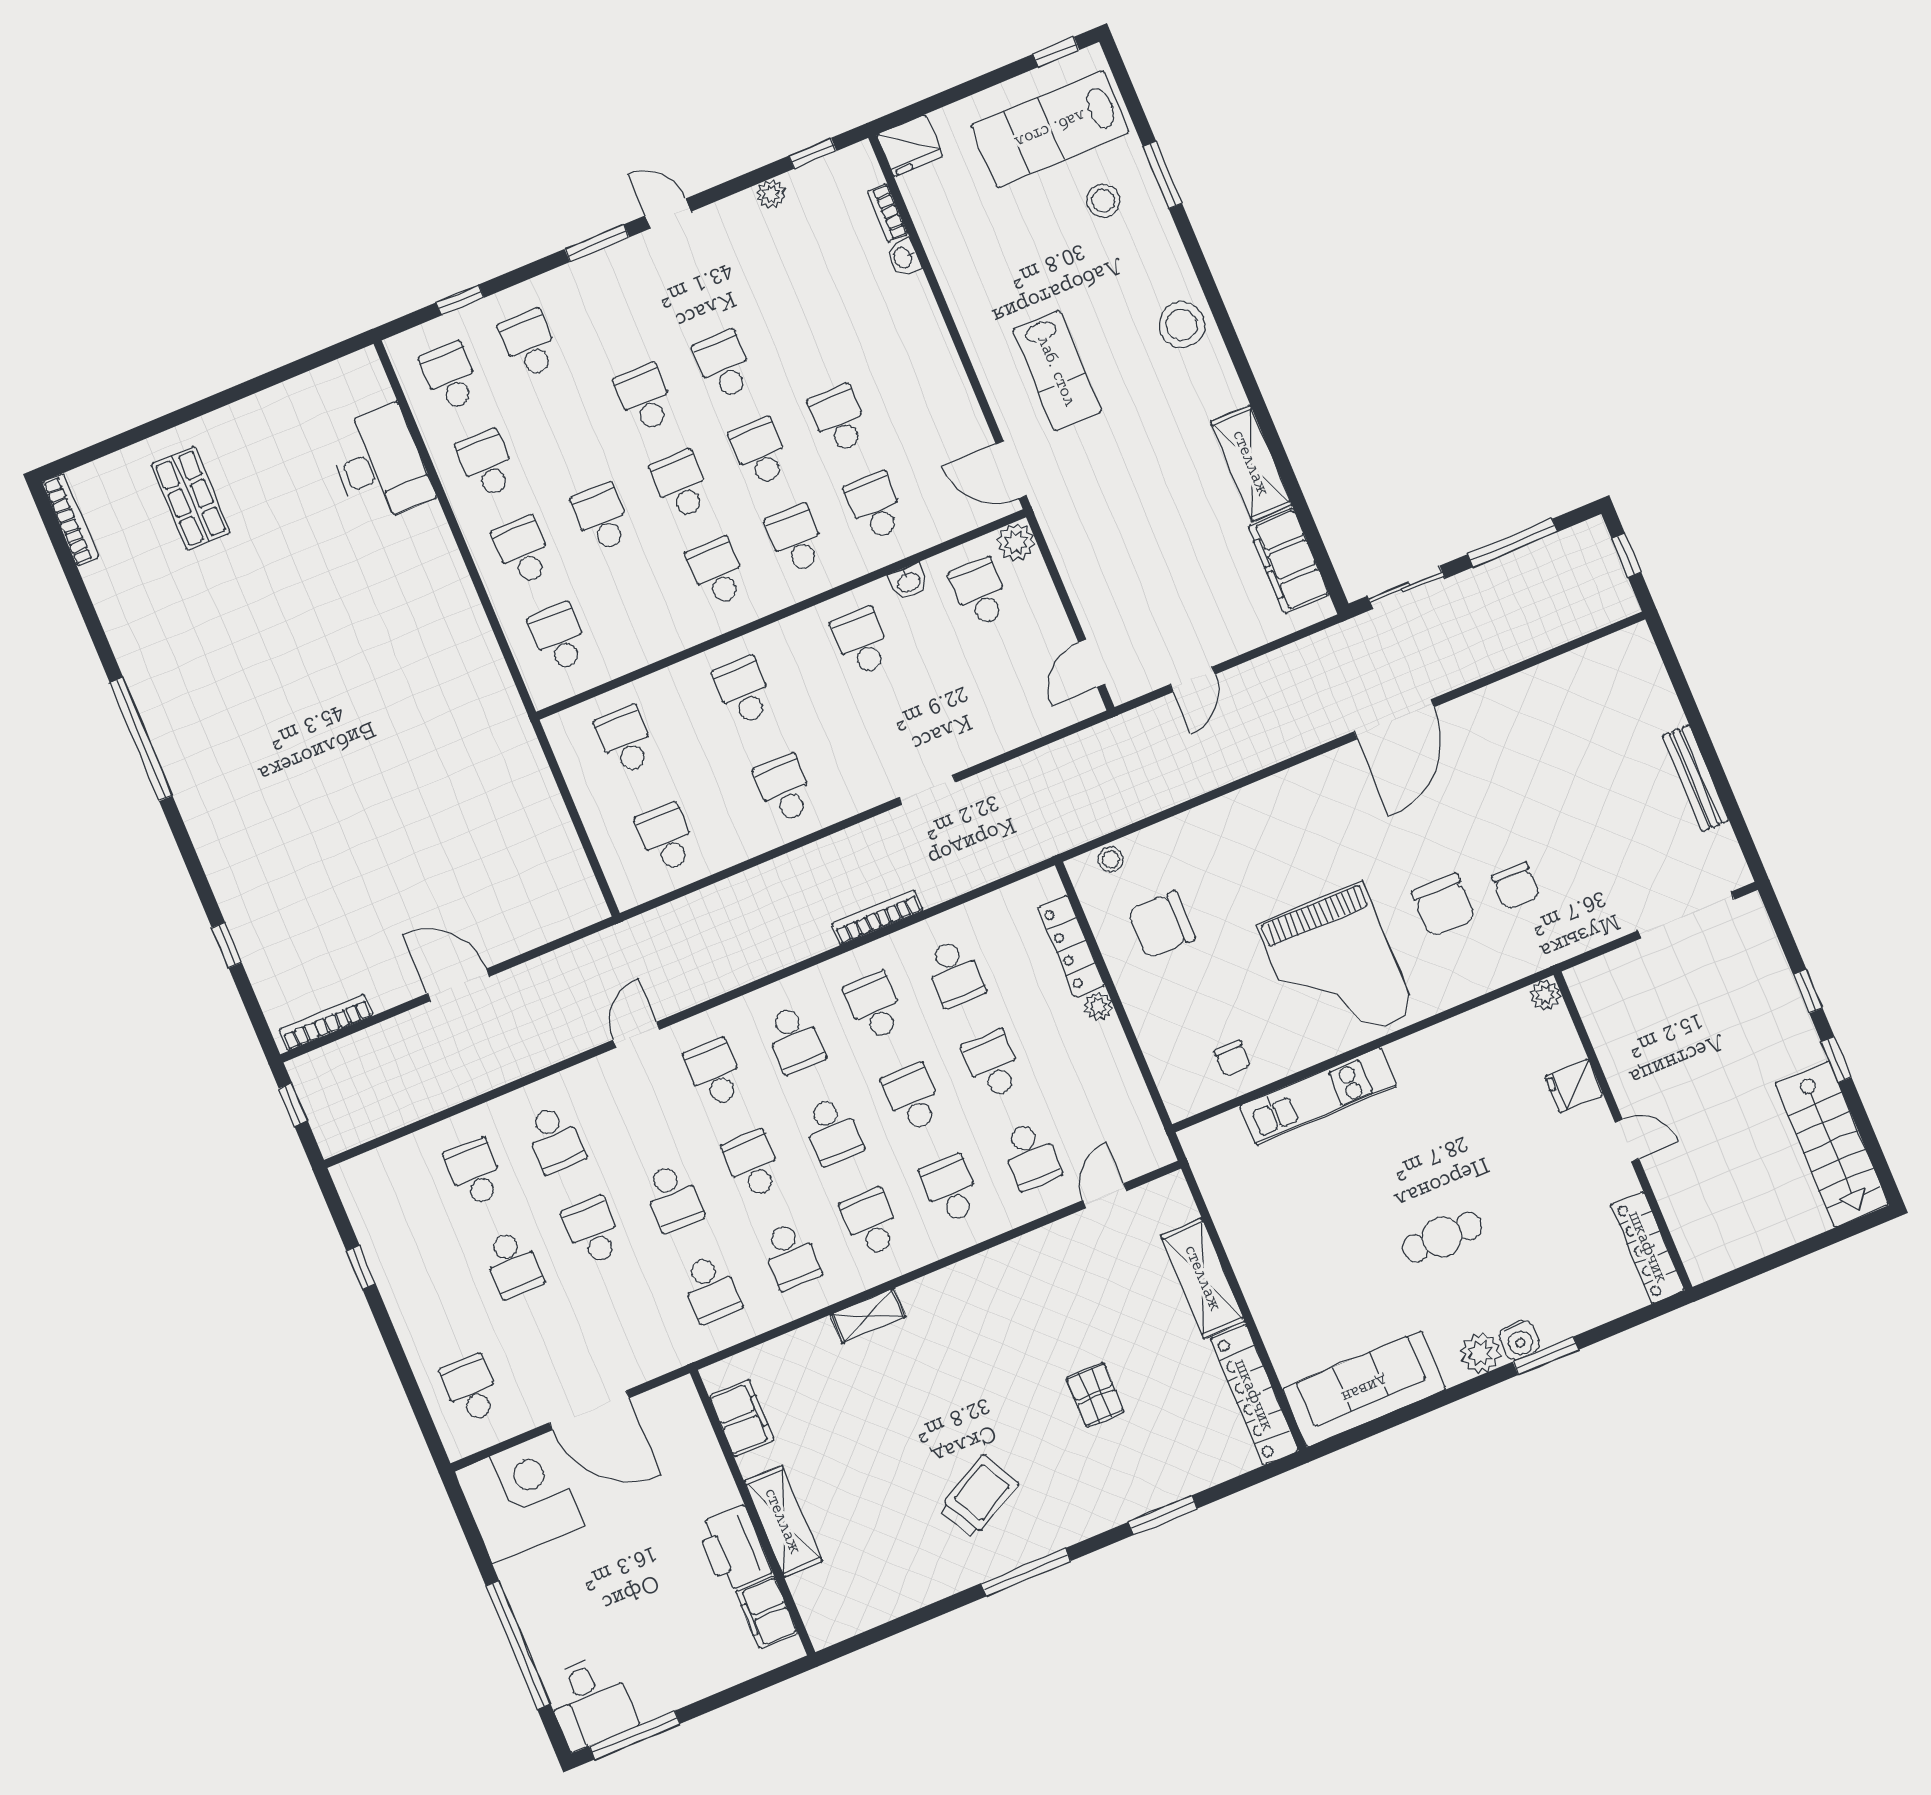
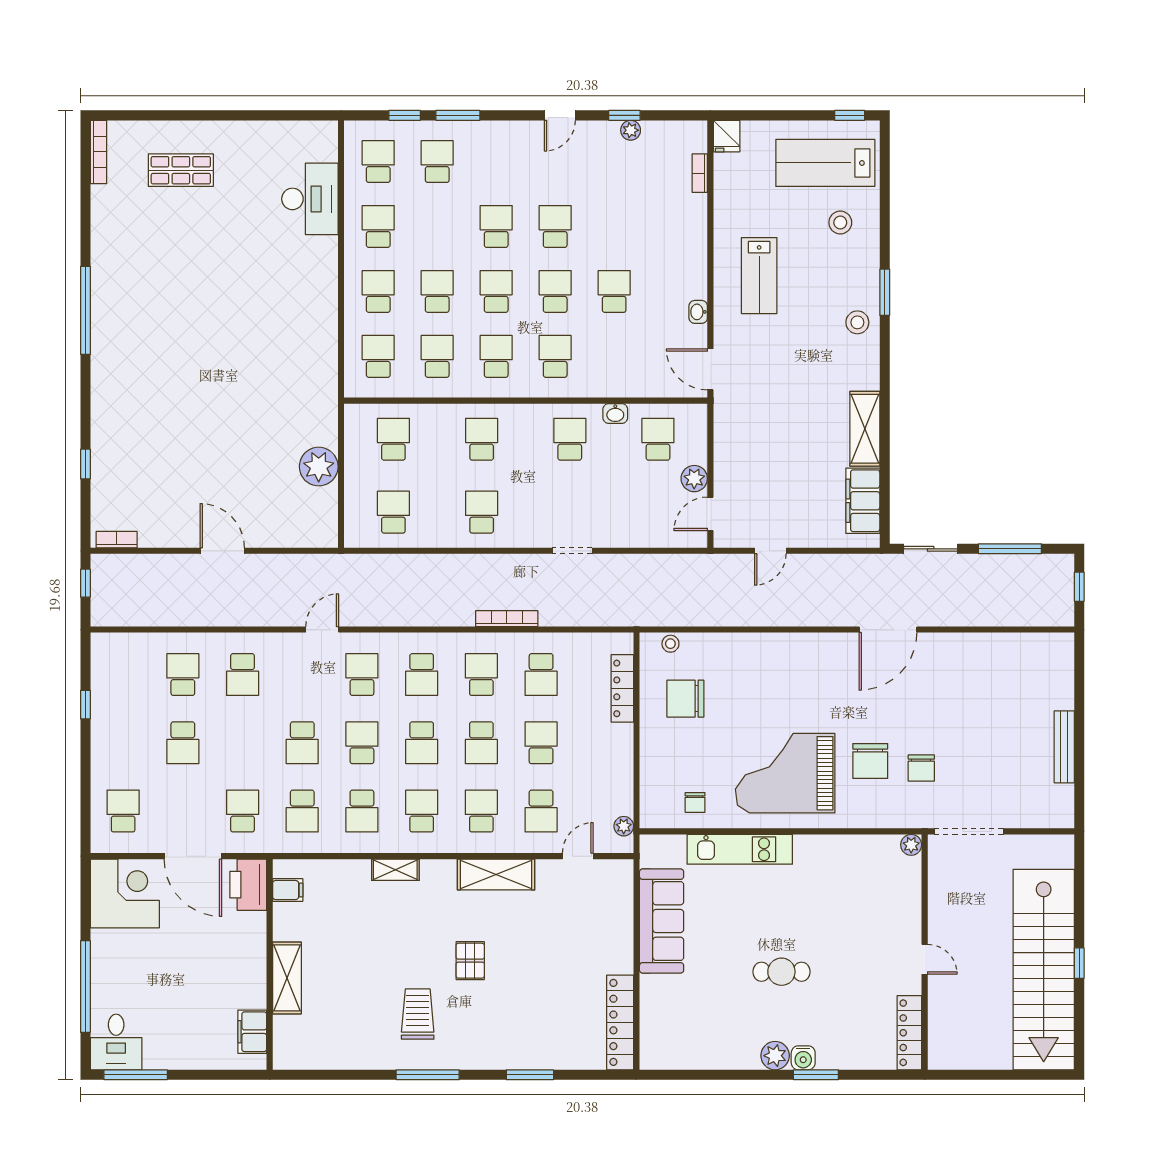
fridge: (910, 146) -> (727, 136), width x0.72
window: (813, 153) -> (624, 115), moved
window: (1162, 175) -> (885, 292), moved
door: (668, 214) -> (560, 115), swing flipped
window: (597, 243) -> (458, 115), moved
washbasin: (904, 257) -> (698, 312), moved
stool: (1182, 325) -> (857, 322), width x0.73, depth x0.73
lab bench: (1057, 371) -> (759, 276), moved
shop shelf: (191, 498) -> (181, 170), turned 90
school desk: (875, 506) -> (437, 356), moved
plant: (1016, 542) -> (694, 479), moved
plant: (541, 818) -> (319, 467), added
doorway: (1686, 915) -> (969, 831), moved
grand piano: (1337, 969) -> (785, 773), turned 90
window: (1808, 991) -> (1079, 912), removed
plant: (1098, 1006) -> (624, 826), moved
bookcase: (326, 1022) -> (117, 540), width x0.64
fridge: (1574, 1086) -> (905, 910), removed
school desk: (913, 1098) -> (481, 743), turned 180
stairs: (1832, 1144) -> (1044, 970), width x1.86, depth x1.51
school desk: (593, 1231) -> (243, 811), moved
shelving: (1203, 1278) -> (496, 874), moved, turned 90
sofa: (1364, 1389) -> (662, 921), moved, turned 90
pallet: (1095, 1395) -> (470, 961), moved
filing cabinet: (742, 1418) -> (288, 890), width x0.50
trolley: (979, 1497) -> (418, 1014), turned -62
printer: (734, 1549) -> (248, 885), moved

